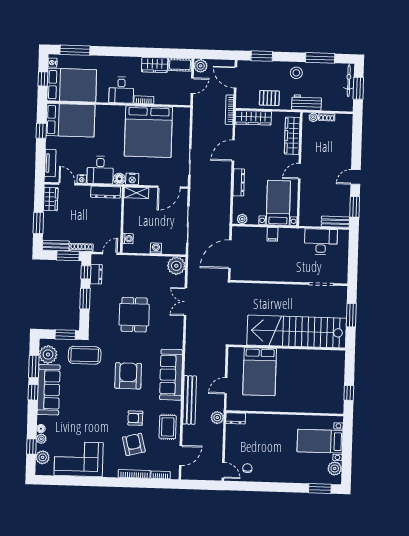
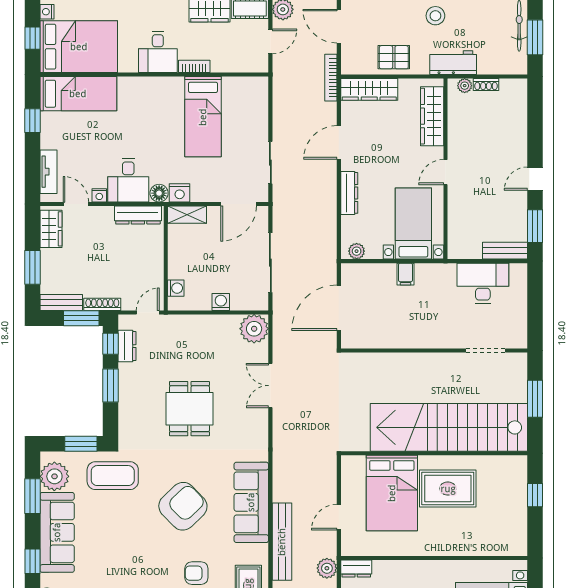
bed: (70, 120) -> (78, 94), width x0.67
bed: (148, 132) -> (203, 117), width x0.49
rug: (295, 370) -> (448, 489), added
armchair: (128, 376) -> (183, 506), turned 46
window: (33, 392) -> (32, 561), moved
window: (349, 393) -> (535, 495), moved

